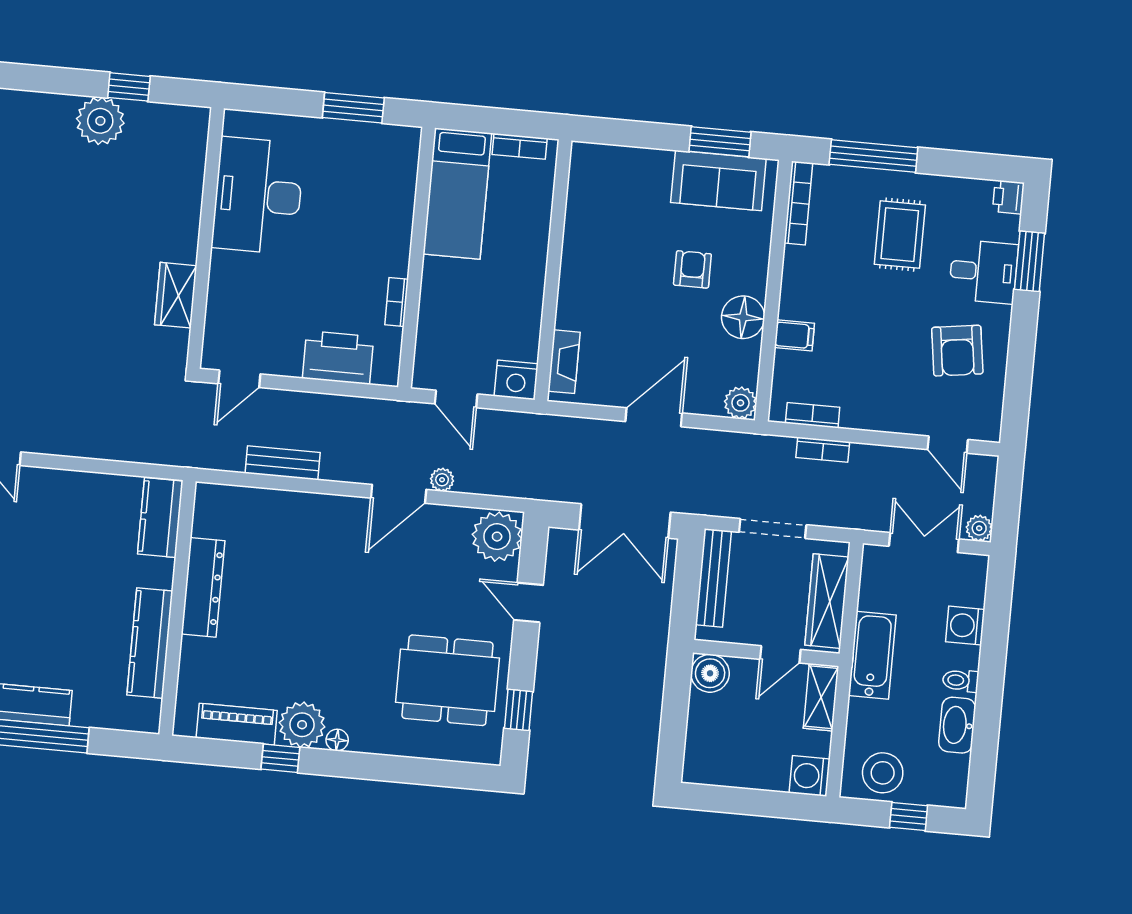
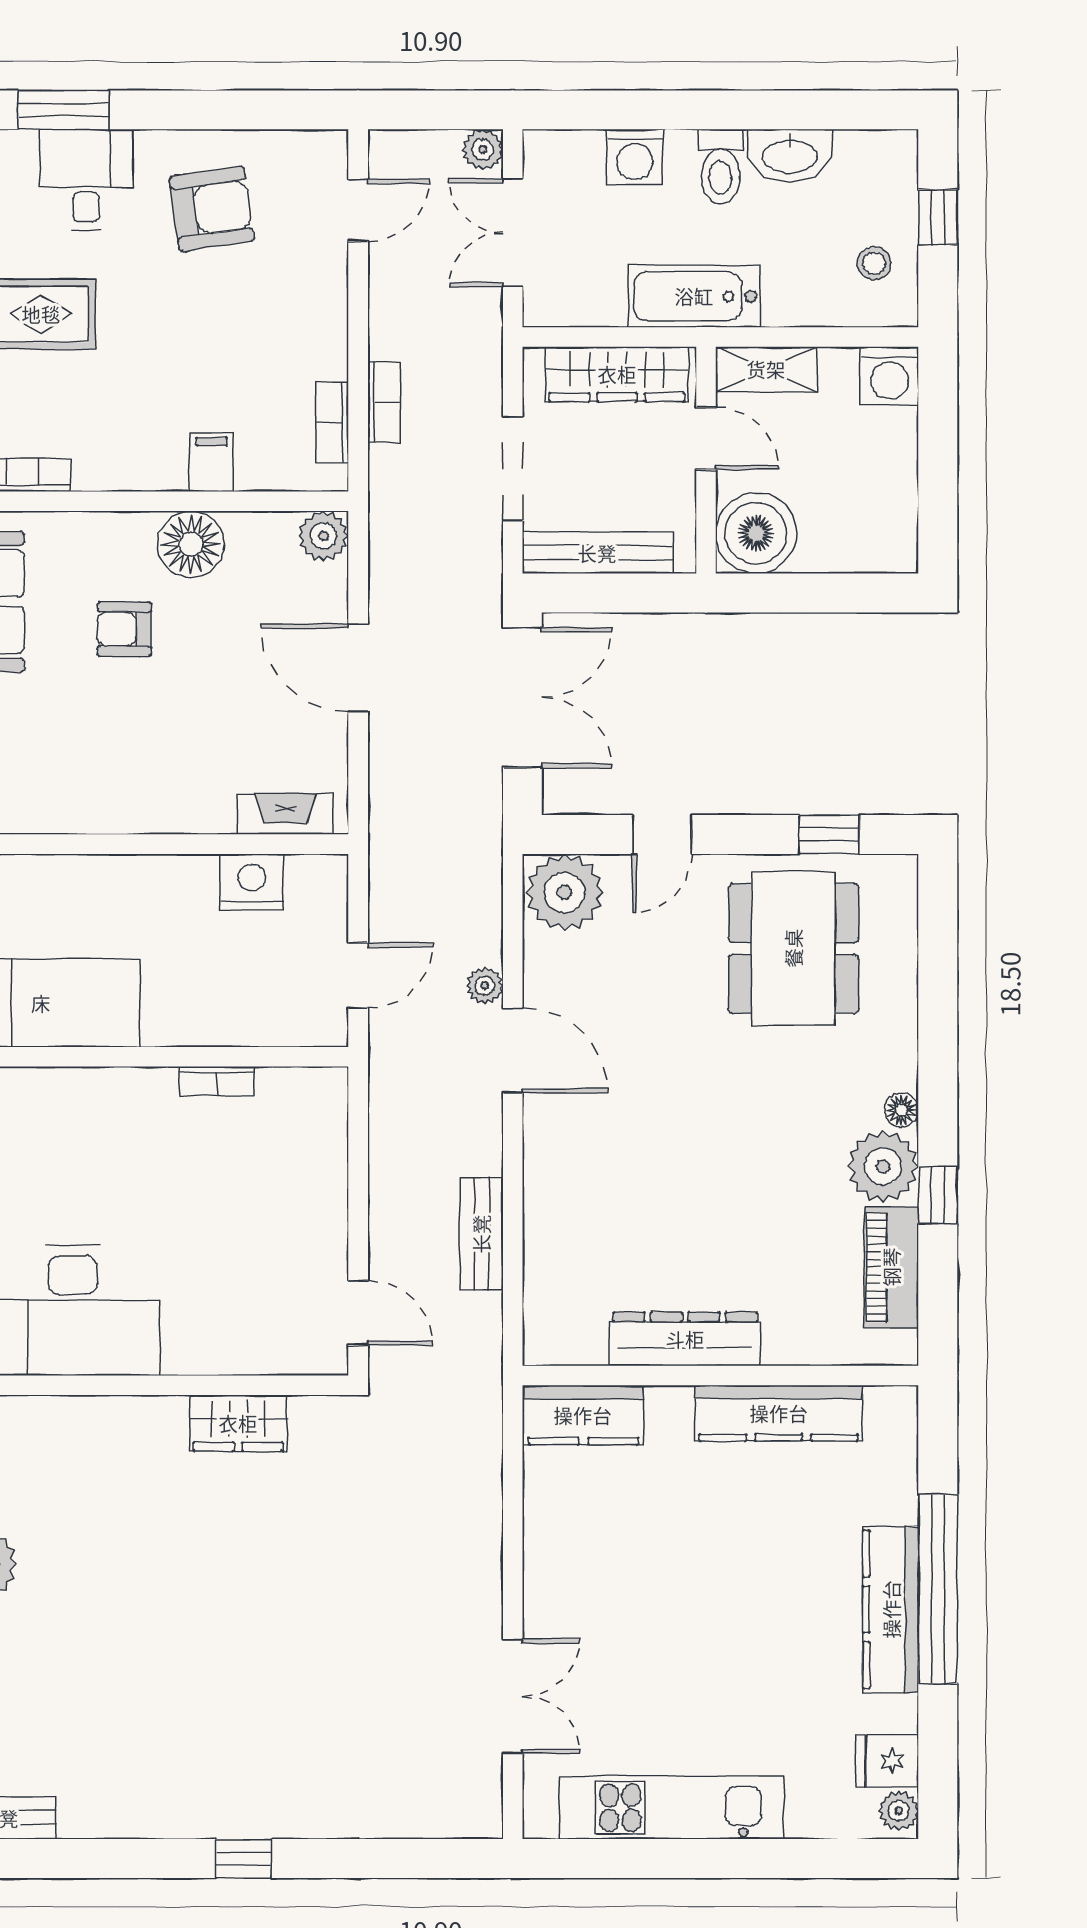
printer: (338, 357) -> (311, 1163), removed
nightstand: (516, 380) -> (252, 882), moved, turned -90
boiler: (710, 673) -> (756, 533), width x1.37, depth x1.37
toilet: (961, 681) -> (721, 167), width x1.37, depth x1.39
stool: (883, 773) -> (874, 263), width x0.53, depth x0.53

